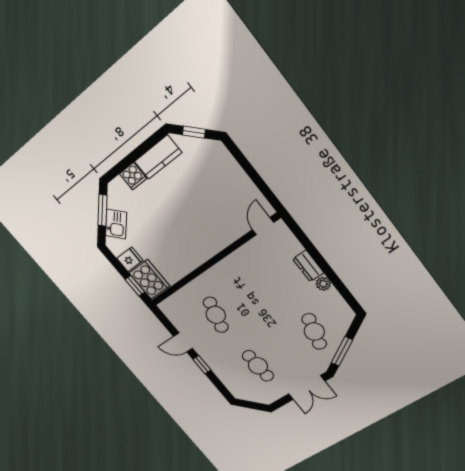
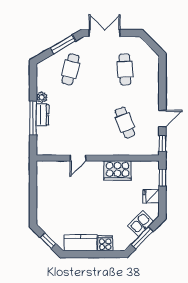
door: (263, 226) -> (78, 158), moved
window: (316, 256) -> (33, 118), added
cooker: (149, 279) -> (118, 171), moved, turned -90
cafe table: (216, 315) -> (125, 123), turned -36
door: (183, 342) -> (162, 119), hinge flipped
window: (202, 365) -> (162, 143), moved

